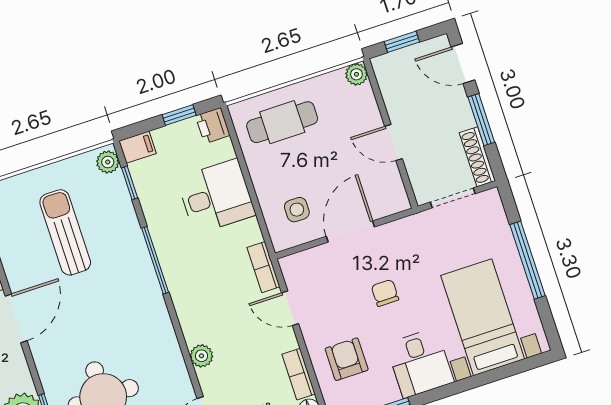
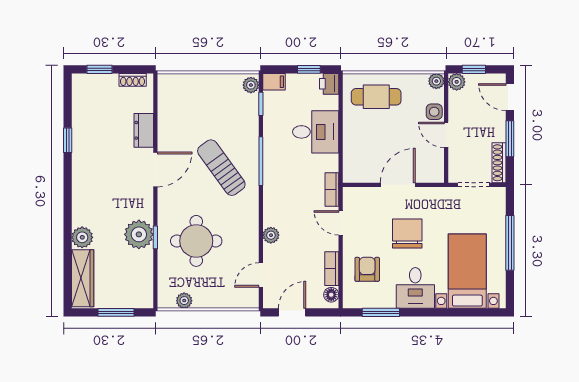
plant: (384, 66) -> (457, 82), added
side table: (297, 210) -> (434, 112), moved
sun lounger: (65, 232) -> (221, 168), moved, turned -36
chair: (385, 293) -> (407, 233), width x1.87, depth x1.87

